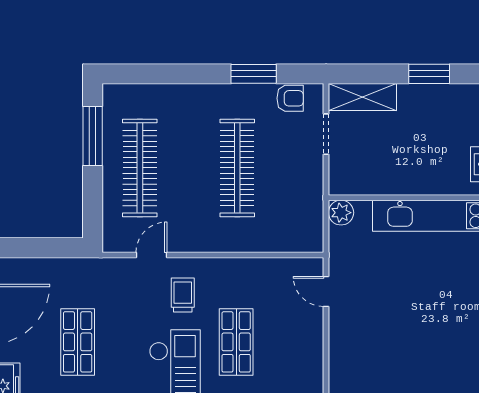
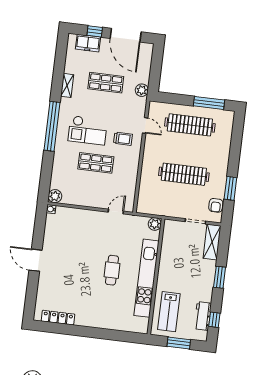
plant: (84, 270) -> (142, 90), added
cafe table: (441, 285) -> (112, 270), added

